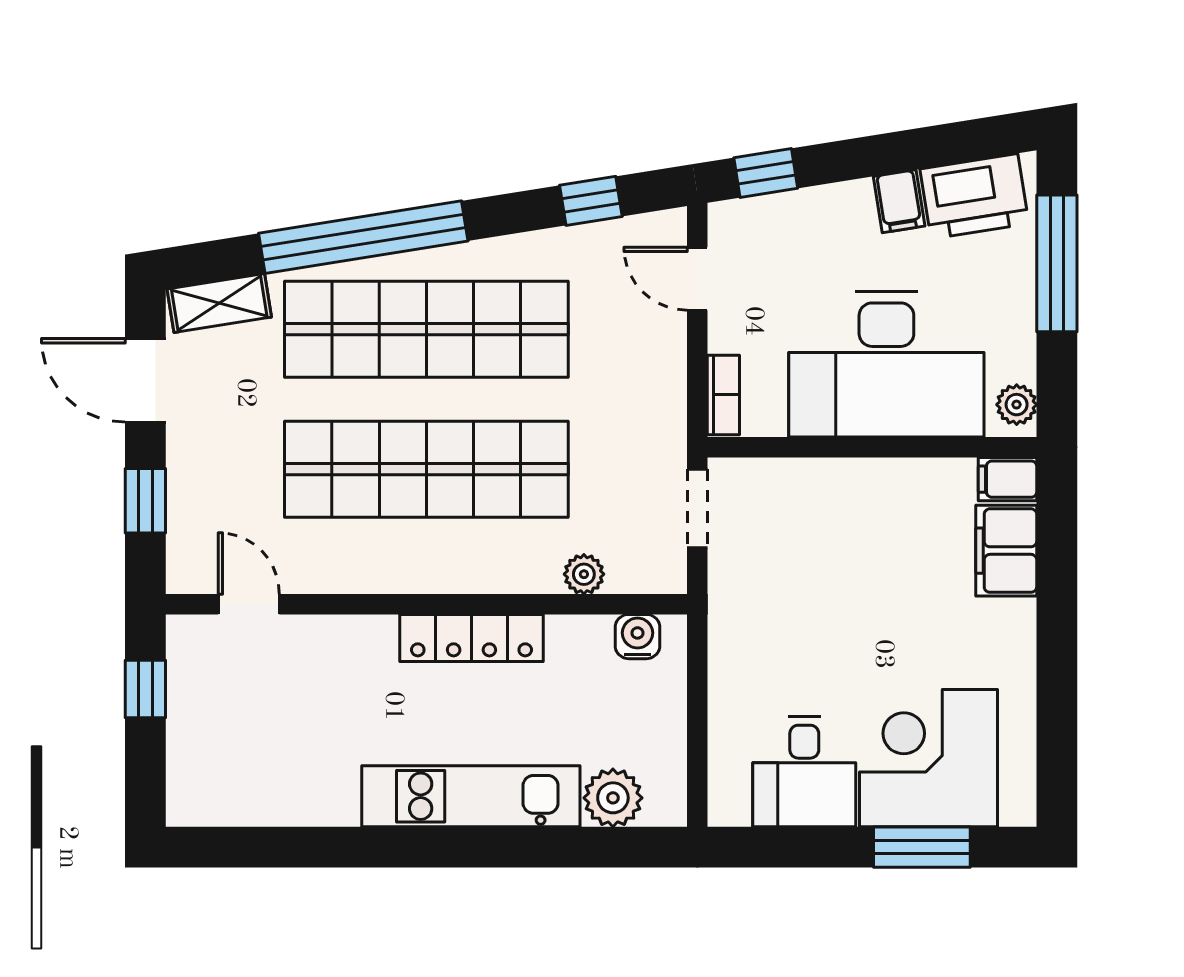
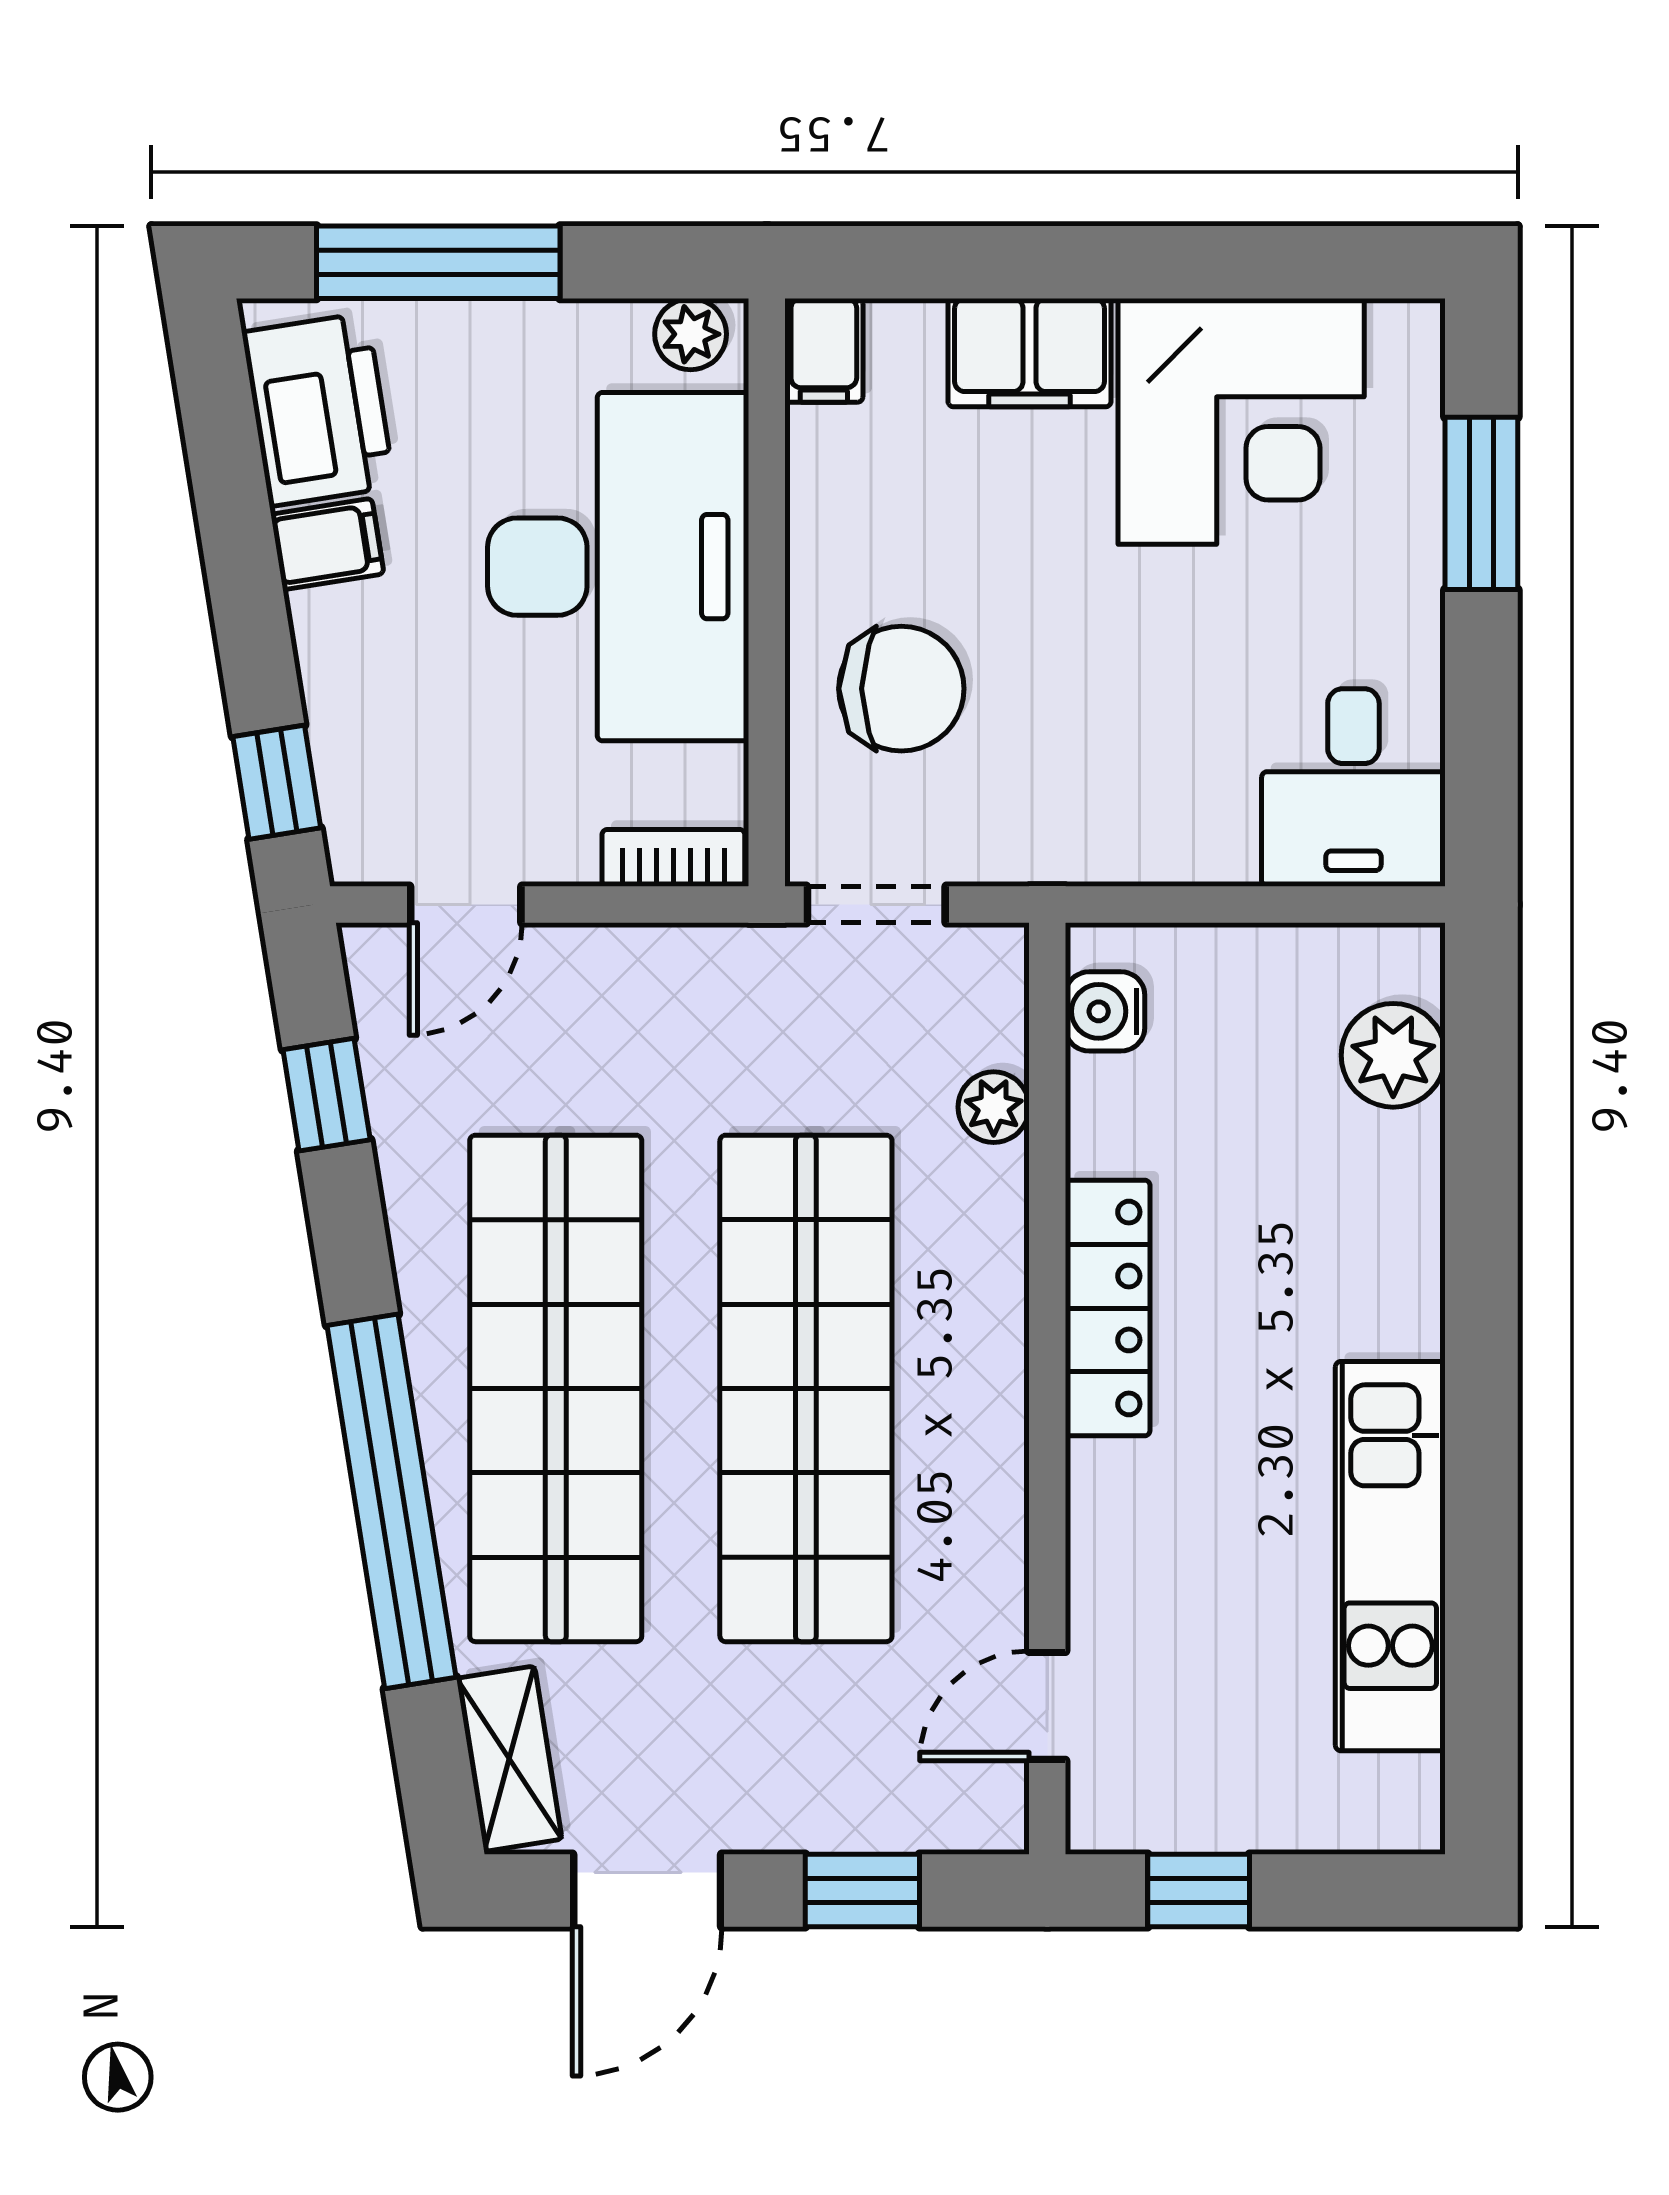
chair: (818, 523) -> (901, 689), added
filing cabinet: (1006, 551) -> (1030, 353), moved
corner desk: (929, 758) -> (1241, 421), moved, turned -90
desk: (804, 772) -> (1353, 787), moved, turned 90
kitchen unit: (471, 796) -> (1390, 1556), moved

